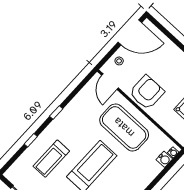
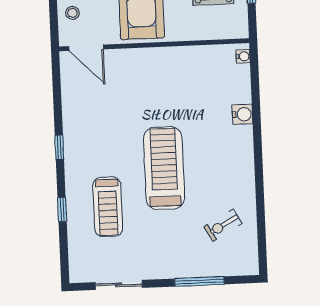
exercise mat: (124, 127) -> (156, 85), removed
water cooler: (164, 159) -> (242, 114), moved

